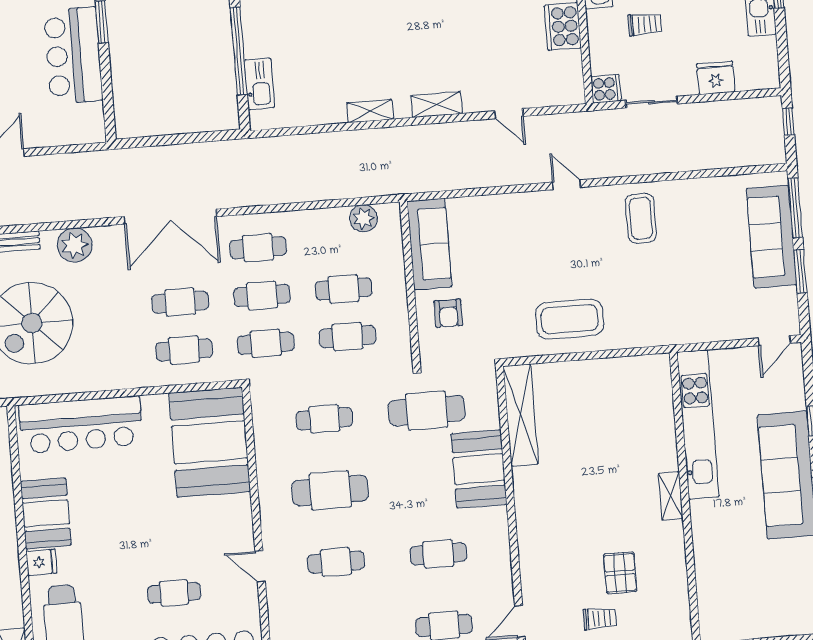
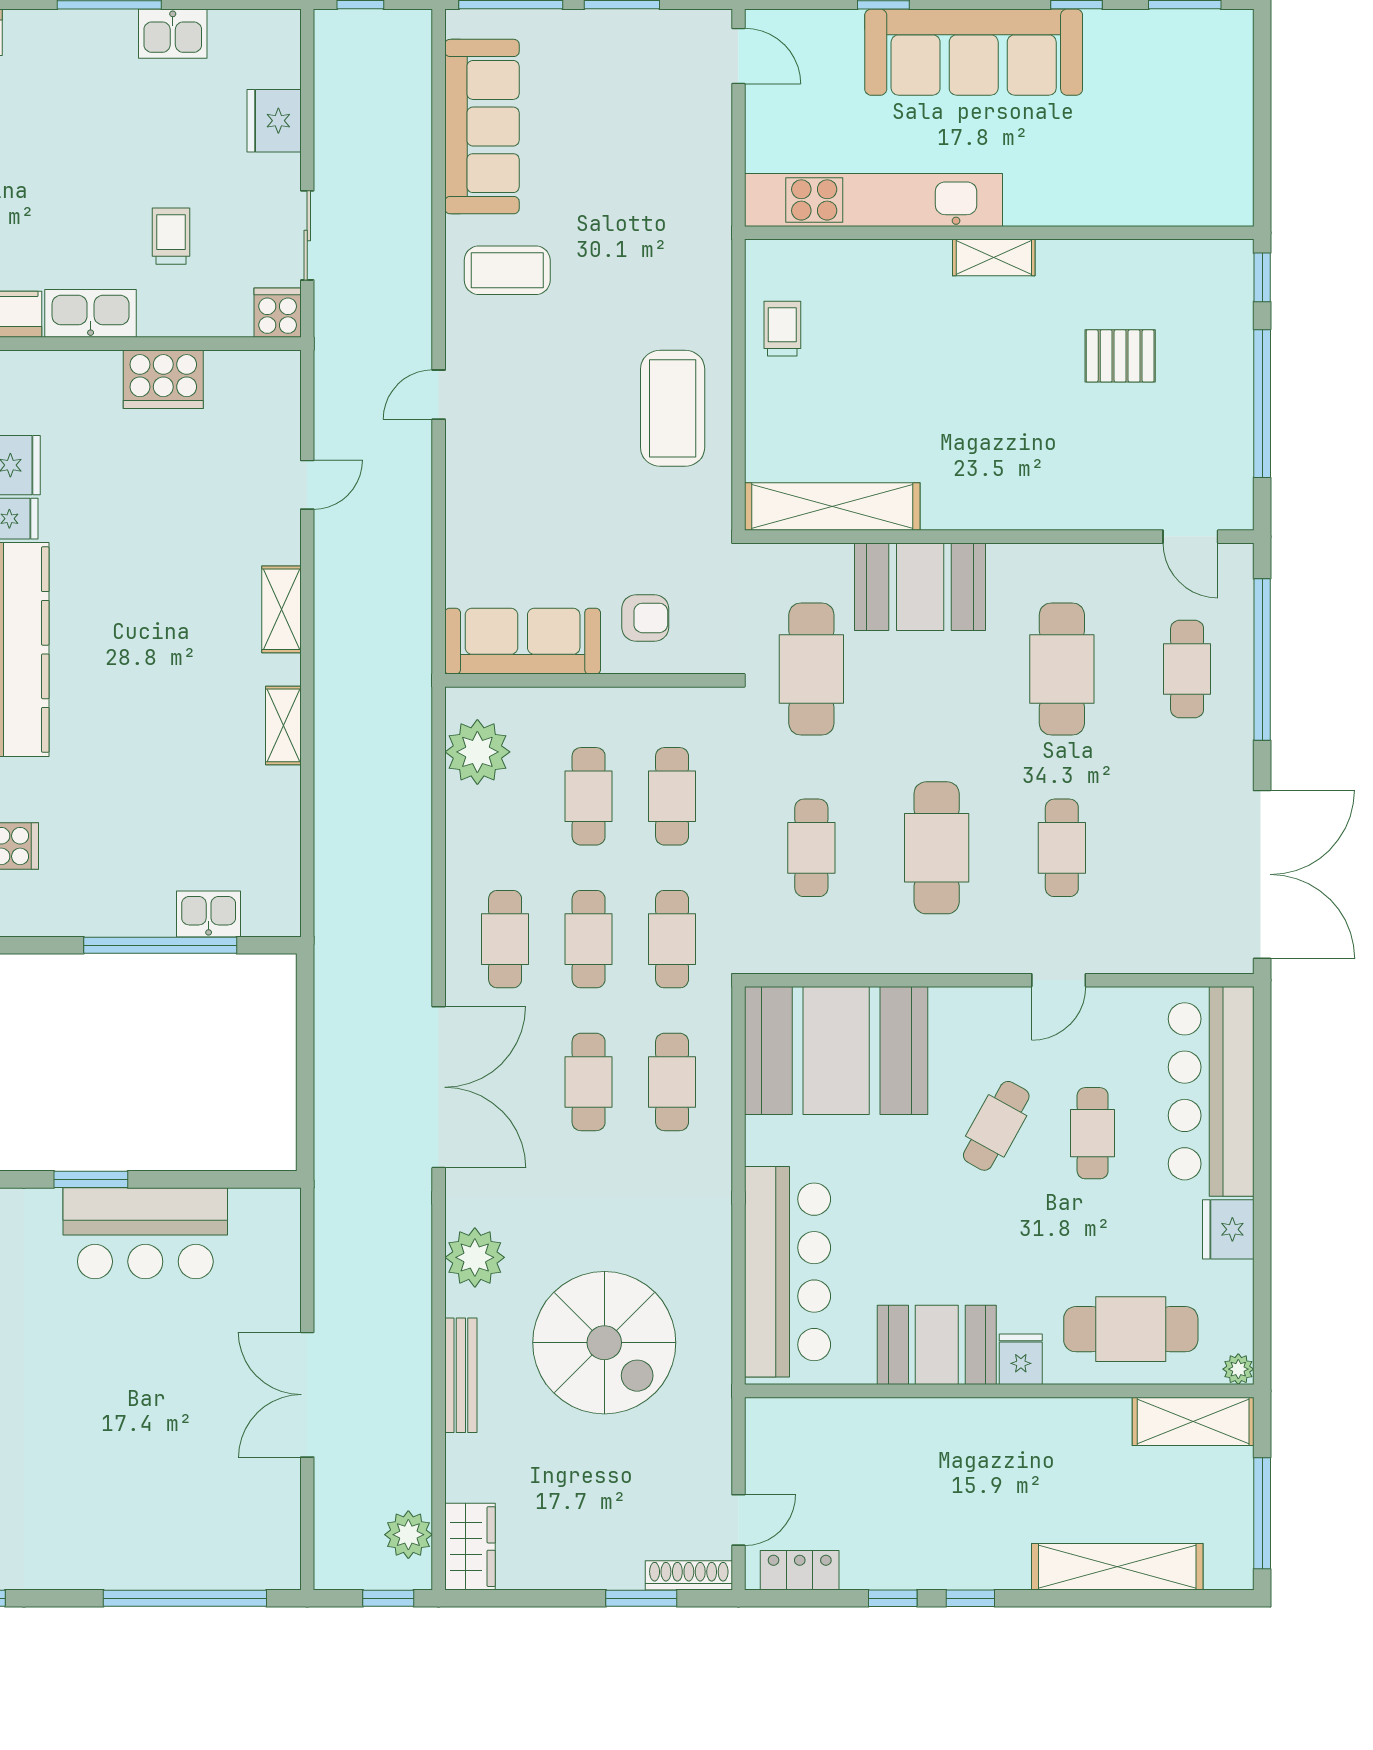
kitchen sink: (259, 84) -> (209, 914), width x0.73
plant: (363, 218) -> (477, 752), width x1.36, depth x1.36
sofa: (771, 237) -> (482, 127), moved, turned -90
cafe table: (174, 537) -> (996, 1126), added
cafe table: (438, 554) -> (1062, 669), width x1.37, depth x1.35
trolley: (600, 618) -> (782, 329), moved

